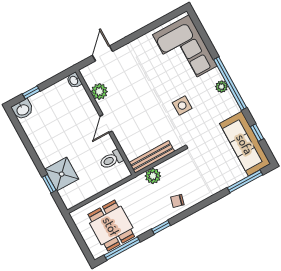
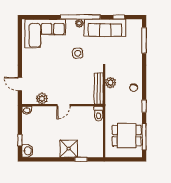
door: (106, 124) -> (63, 105), hinge flipped
sofa: (245, 144) -> (105, 28), moved
toilet: (111, 160) -> (98, 114), moved
shower: (62, 174) -> (69, 149), moved
plant: (153, 176) -> (111, 83), moved

